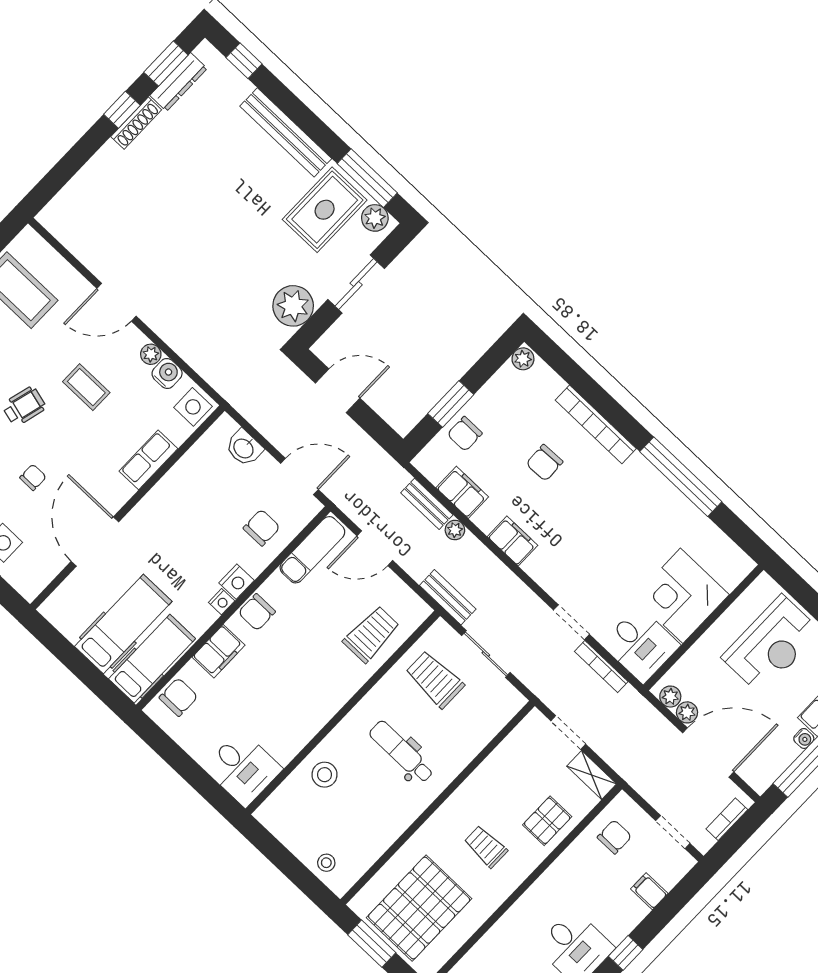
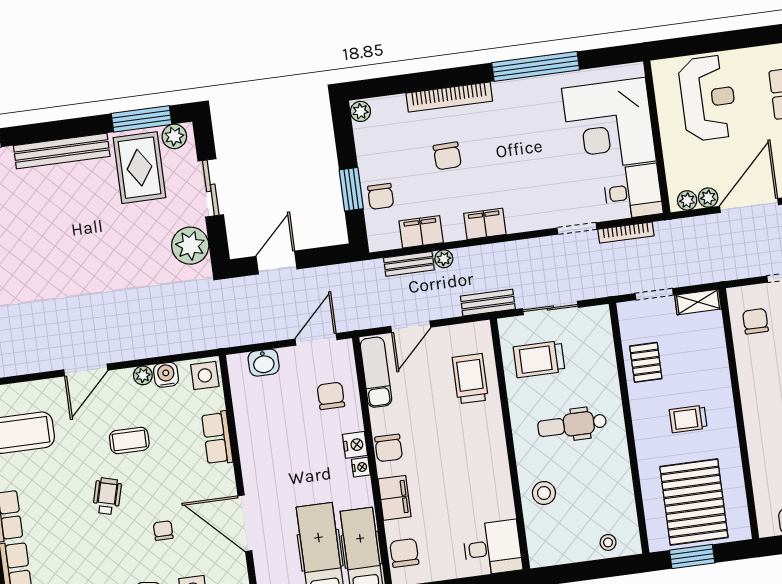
corner desk: (682, 596) -> (609, 125), width x1.36, depth x1.36
pallet: (547, 821) -> (646, 362), moved

